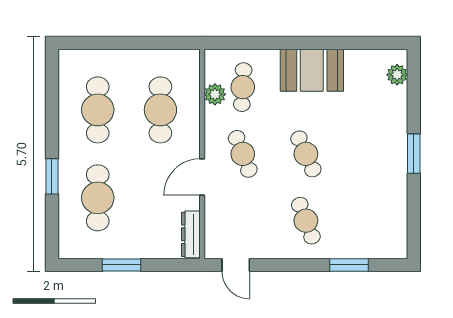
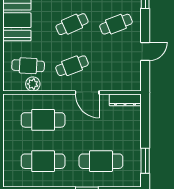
window: (121, 265) -> (145, 161), moved
door: (236, 265) -> (145, 51), moved

